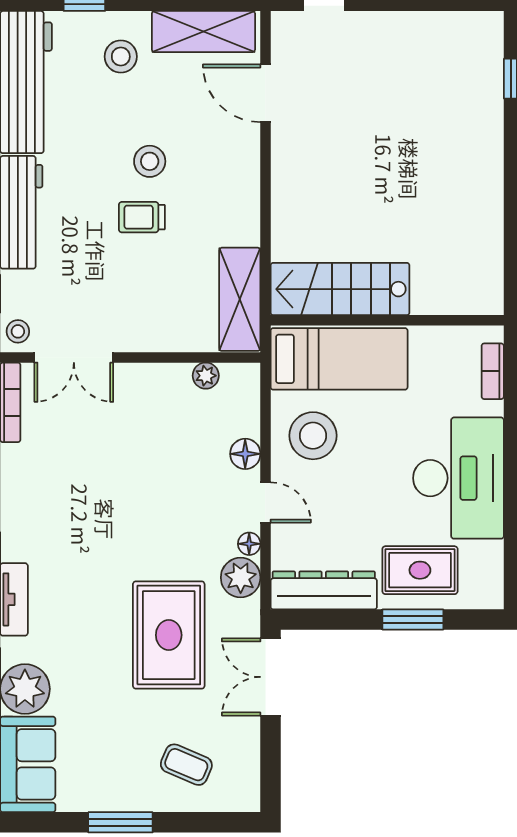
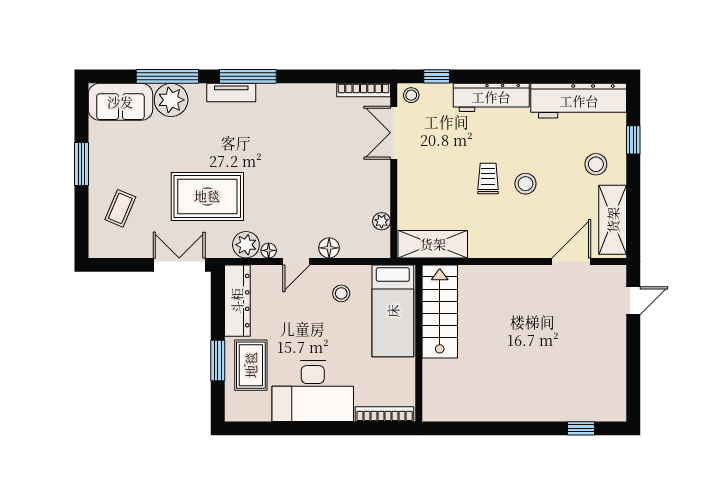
bookcase: (493, 371) -> (385, 414), width x1.56
stool: (313, 436) -> (341, 293), width x0.53, depth x0.53

